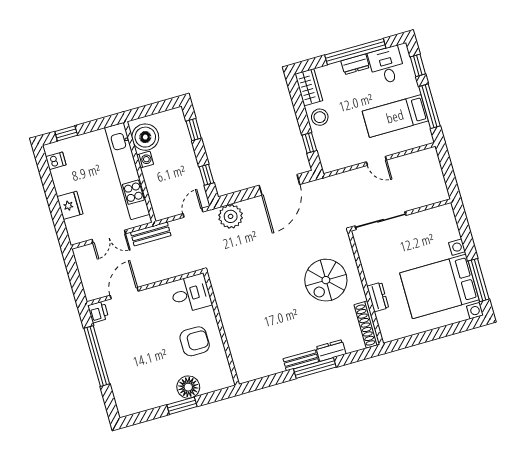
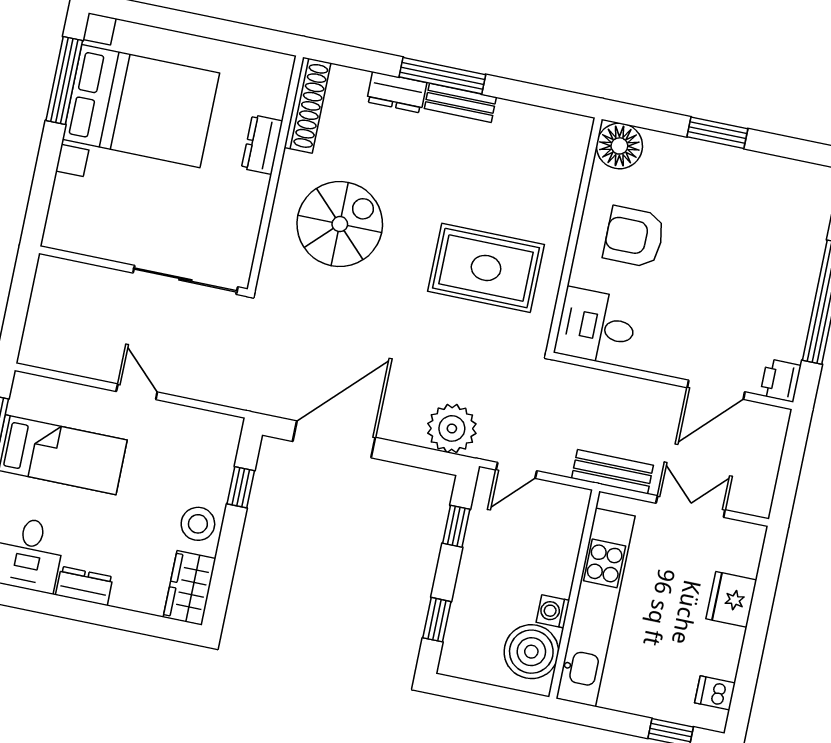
window: (355, 52) -> (72, 609), removed
rug: (252, 294) -> (486, 268), added
floor lamp: (188, 387) -> (619, 146), moved

